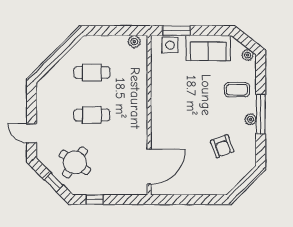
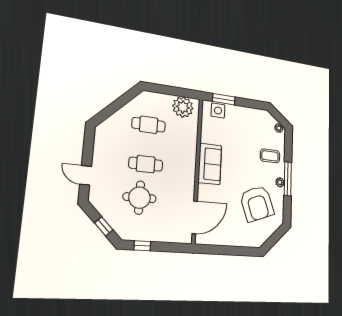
plant: (134, 42) -> (183, 107), width x1.87, depth x1.87
sofa: (208, 48) -> (210, 164), moved, turned -90
armchair: (222, 146) -> (257, 204), width x1.88, depth x1.88
round table: (75, 162) -> (140, 198), moved, turned -35

